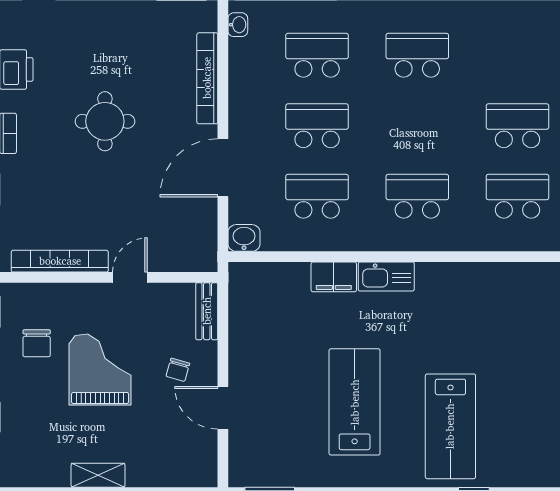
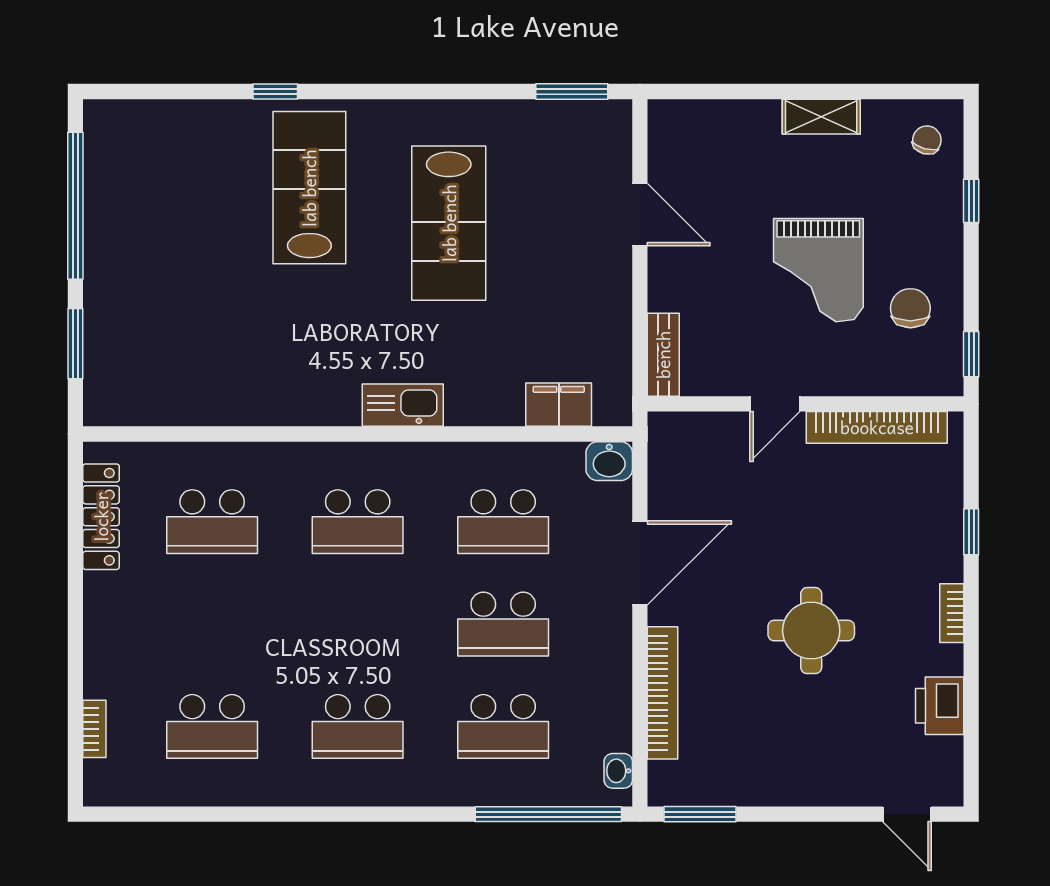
school desk: (517, 126) -> (212, 726), moved
filing cabinet: (334, 277) -> (559, 405), moved
chair: (178, 370) -> (927, 140), moved

